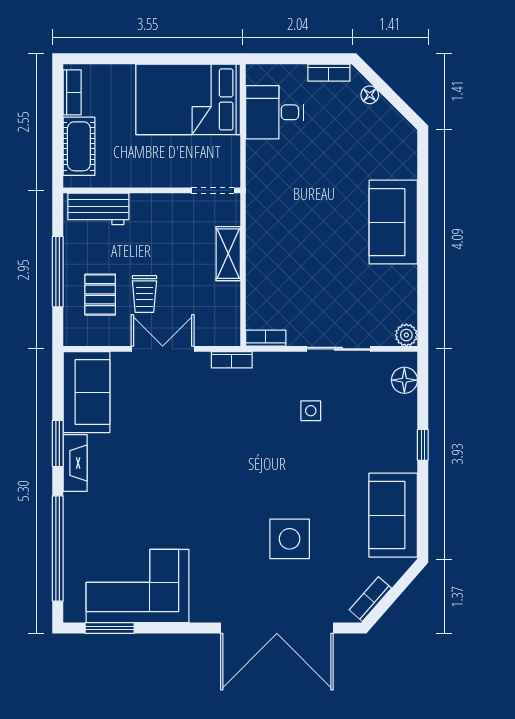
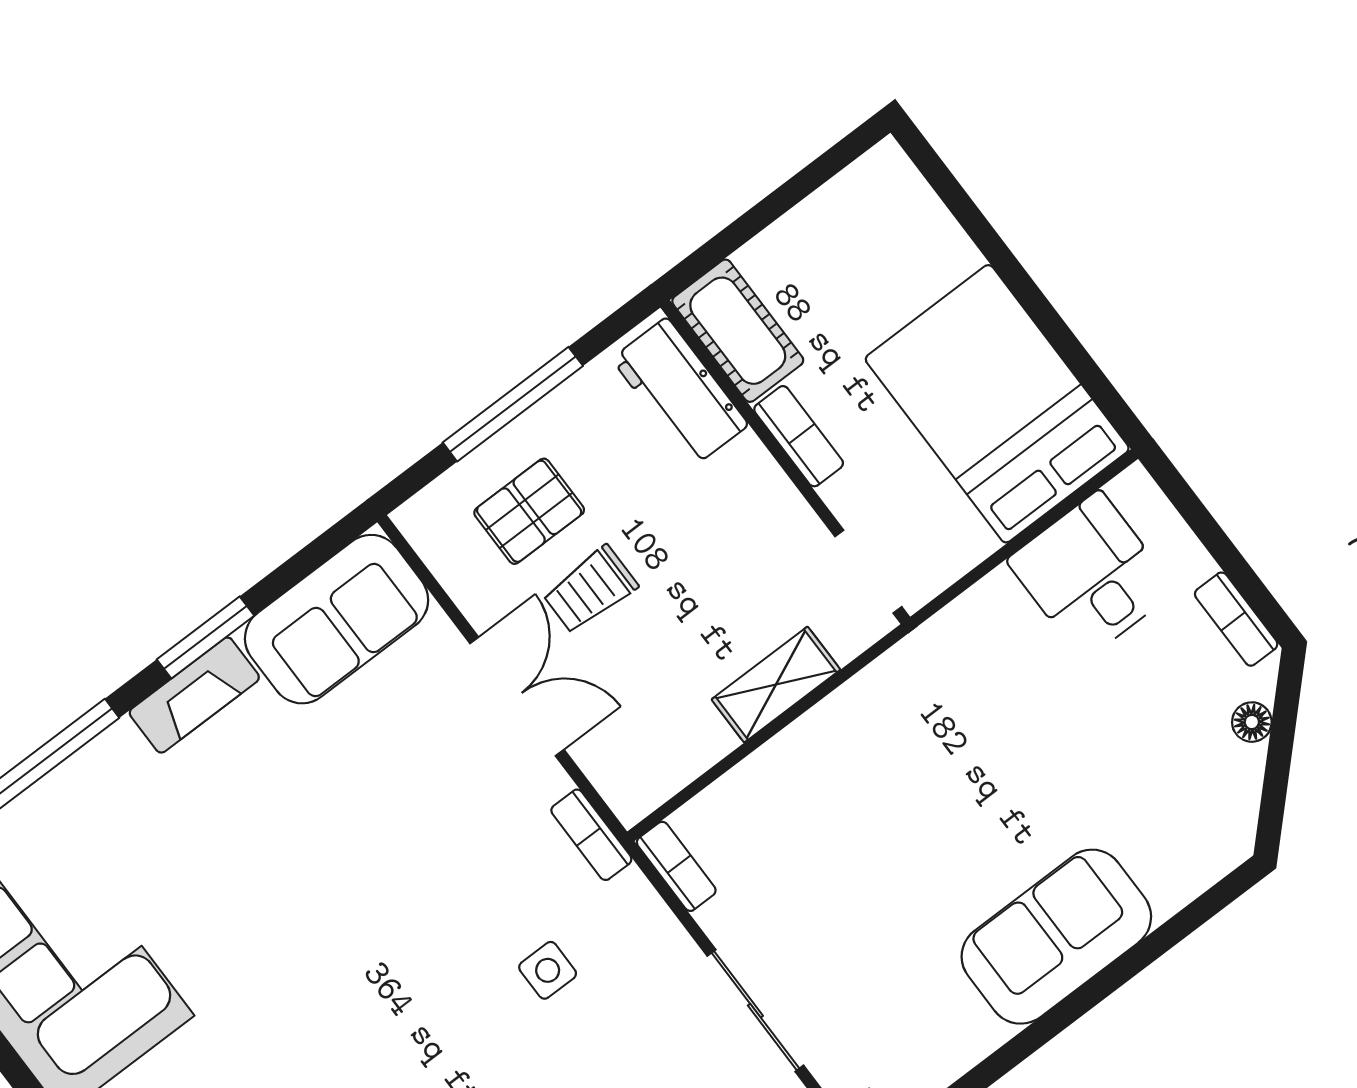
bookcase: (72, 92) -> (799, 436), moved, turned -90
cot: (79, 146) -> (738, 331), moved, turned 90
side table: (311, 411) -> (548, 970), moved

